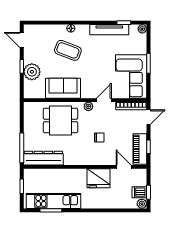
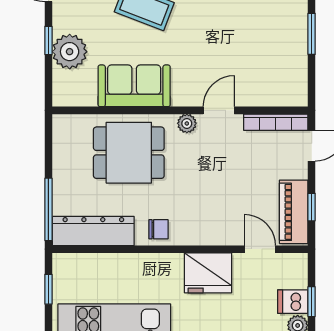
corner sofa: (131, 76) -> (275, 61), removed
chair: (99, 137) -> (159, 229), moved

